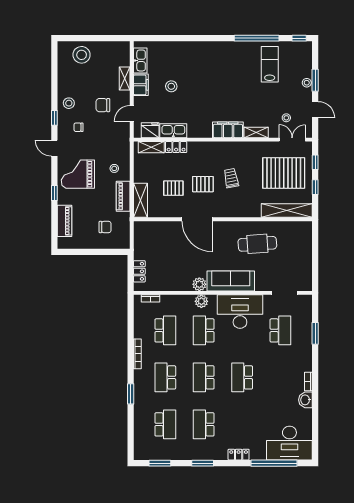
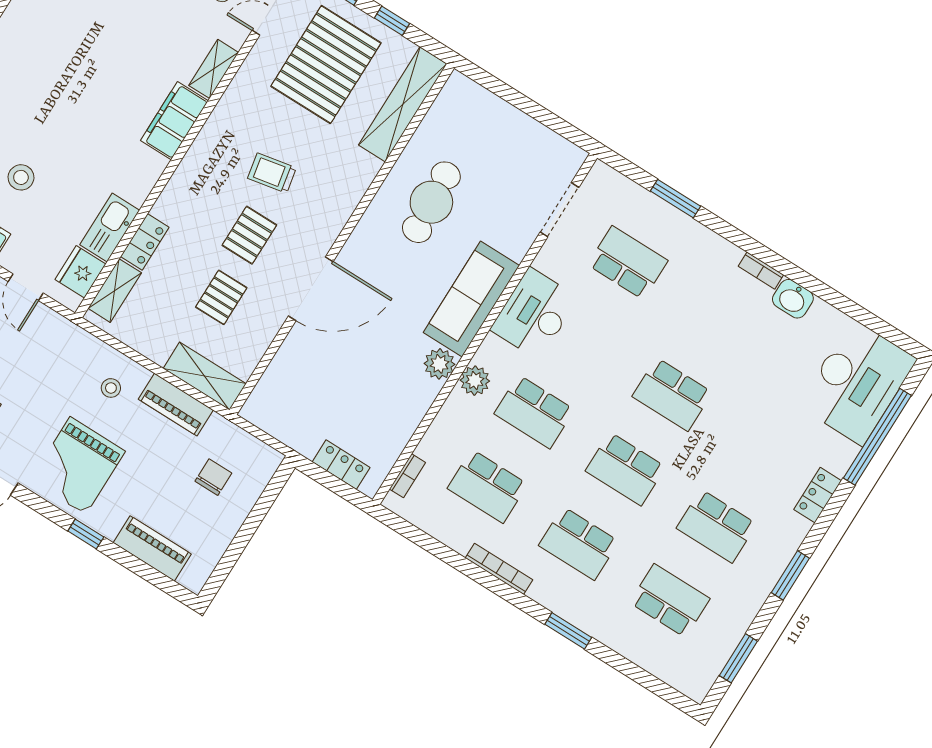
desk: (240, 312) -> (534, 314), width x0.73, depth x0.77
school desk: (165, 330) -> (487, 486), turned 180

